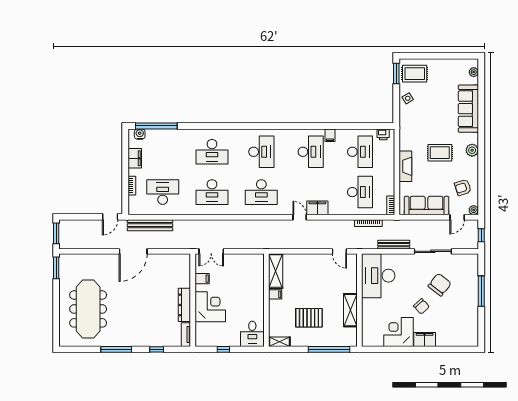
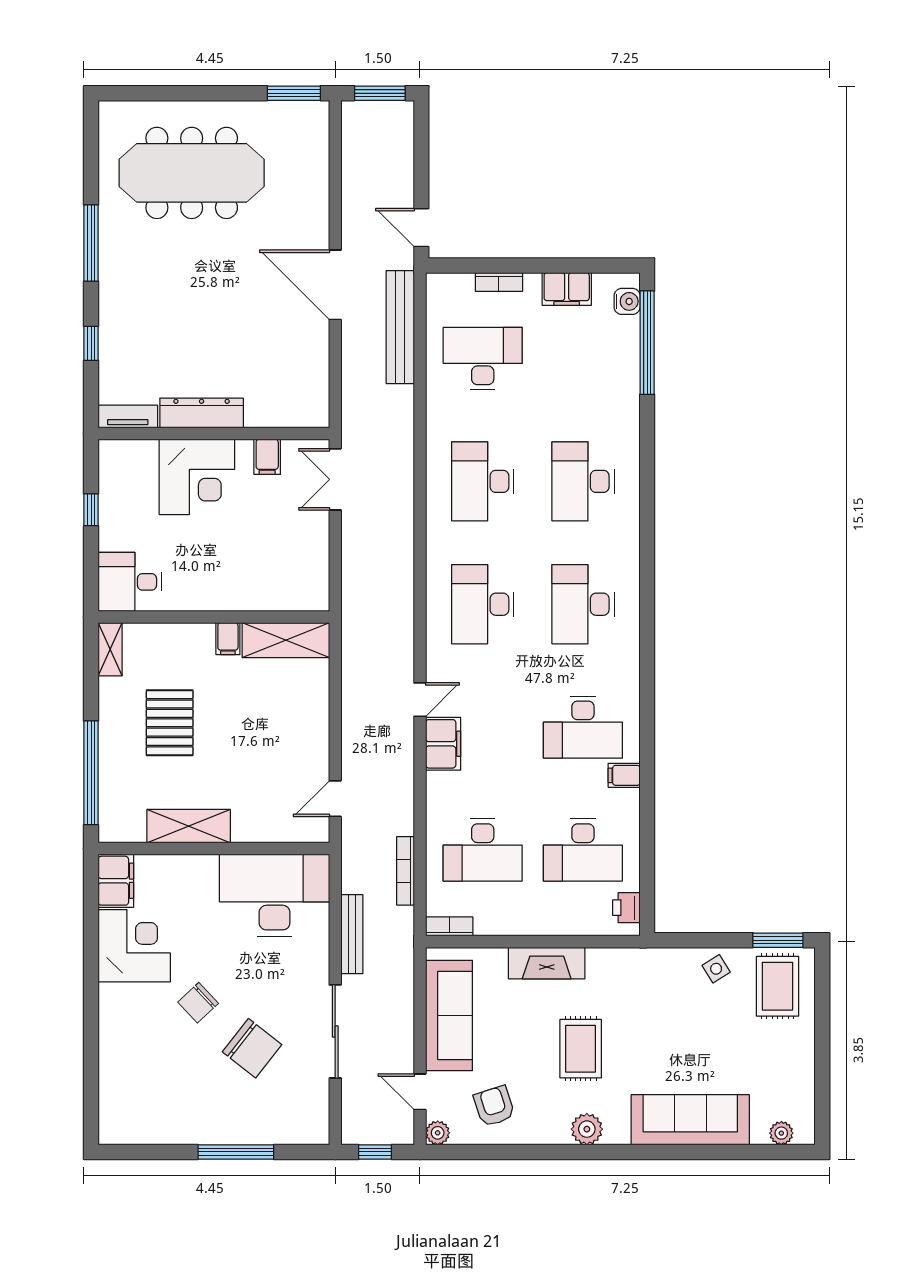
desk: (261, 152) -> (583, 604), turned 90
desk: (163, 192) -> (483, 359), turned -90
filing cabinet: (425, 339) -> (116, 881), moved

